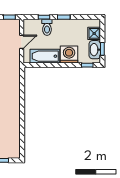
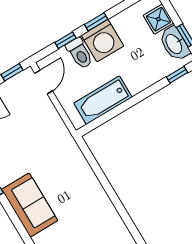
door: (22, 42) -> (44, 82), moved
washing machine: (69, 54) -> (102, 41), moved, turned 180

